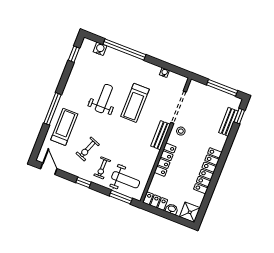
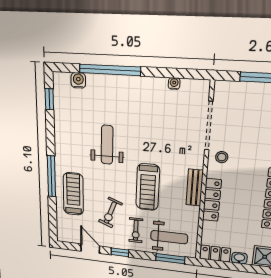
treadmill: (135, 103) -> (148, 187), moved
bench: (161, 135) -> (195, 188), moved
door: (49, 169) -> (90, 249), moved

